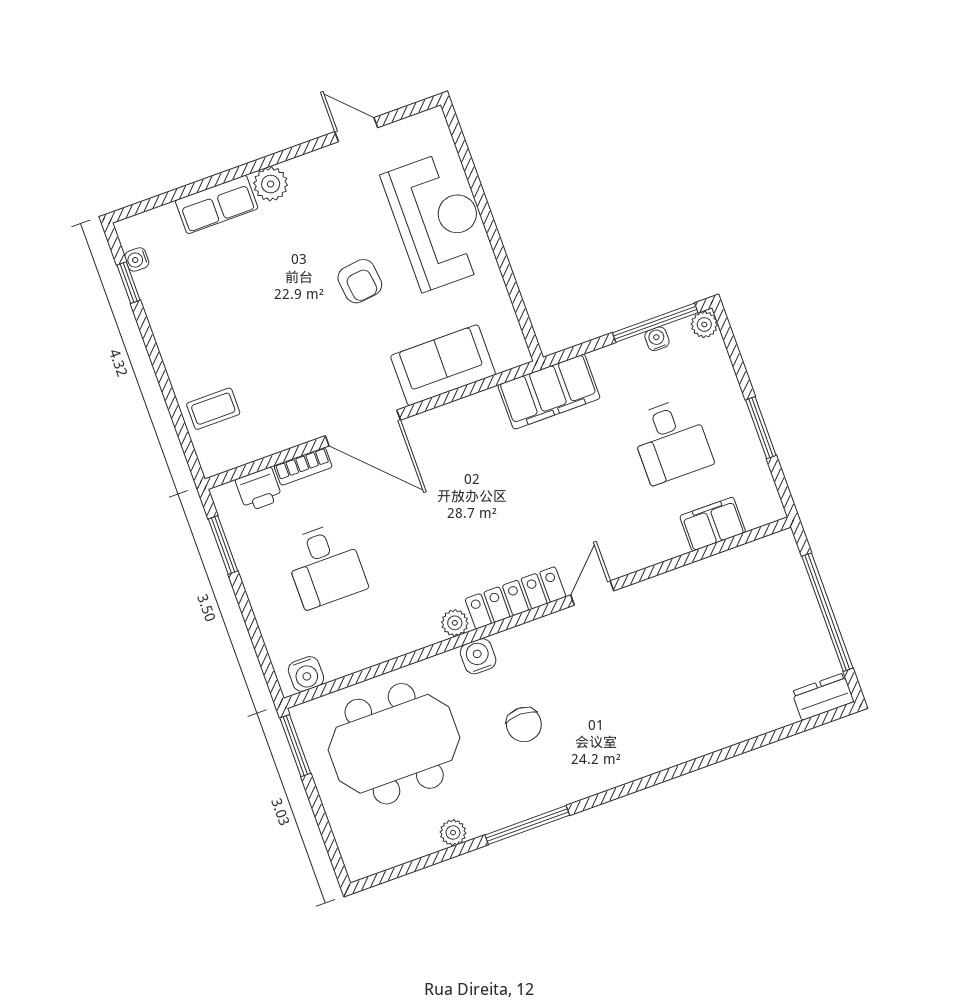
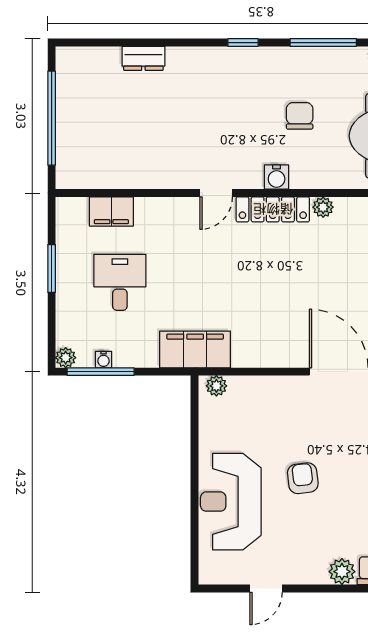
door: (356, 130) -> (266, 588), hinge flipped
plant: (507, 356) -> (216, 386), added
sofa: (443, 365) -> (265, 396), removed
water cooler: (478, 656) -> (277, 177), moved
dresser: (823, 697) -> (143, 58), moved
window: (626, 790) -> (243, 43), added

